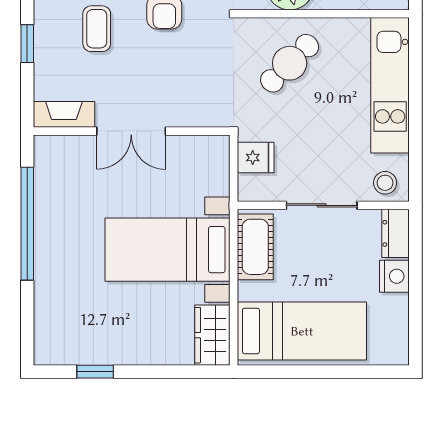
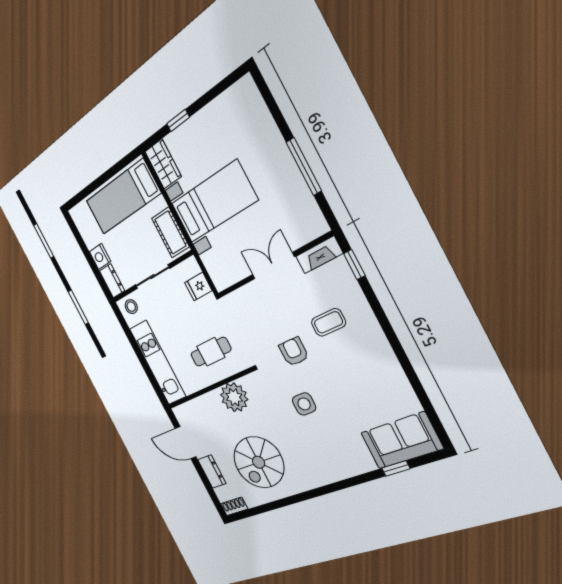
coffee table: (97, 29) -> (328, 322), turned 90
window: (27, 44) -> (354, 265), moved
cafe table: (290, 63) -> (211, 352), turned 45
window: (27, 224) -> (304, 167), width x0.68
window: (95, 372) -> (178, 120), moved

